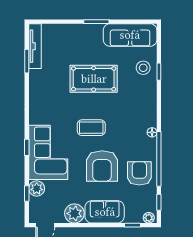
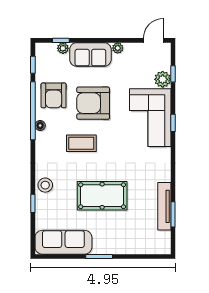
tv unit: (35, 46) -> (164, 206), moved
stool: (143, 68) -> (45, 185), moved
coffee table: (91, 128) -> (81, 143), moved
floor lamp: (152, 132) -> (40, 126), moved
armchair: (102, 166) -> (93, 103), turned -90
plant: (74, 213) -> (118, 48), width x0.53, depth x0.53
plant: (149, 218) -> (63, 48), moved

